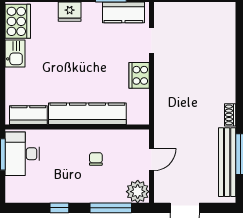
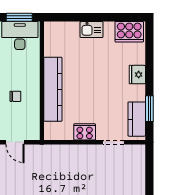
kitchen sink: (15, 53) -> (92, 29), moved
kitchen counter: (28, 115) -> (52, 41), removed

